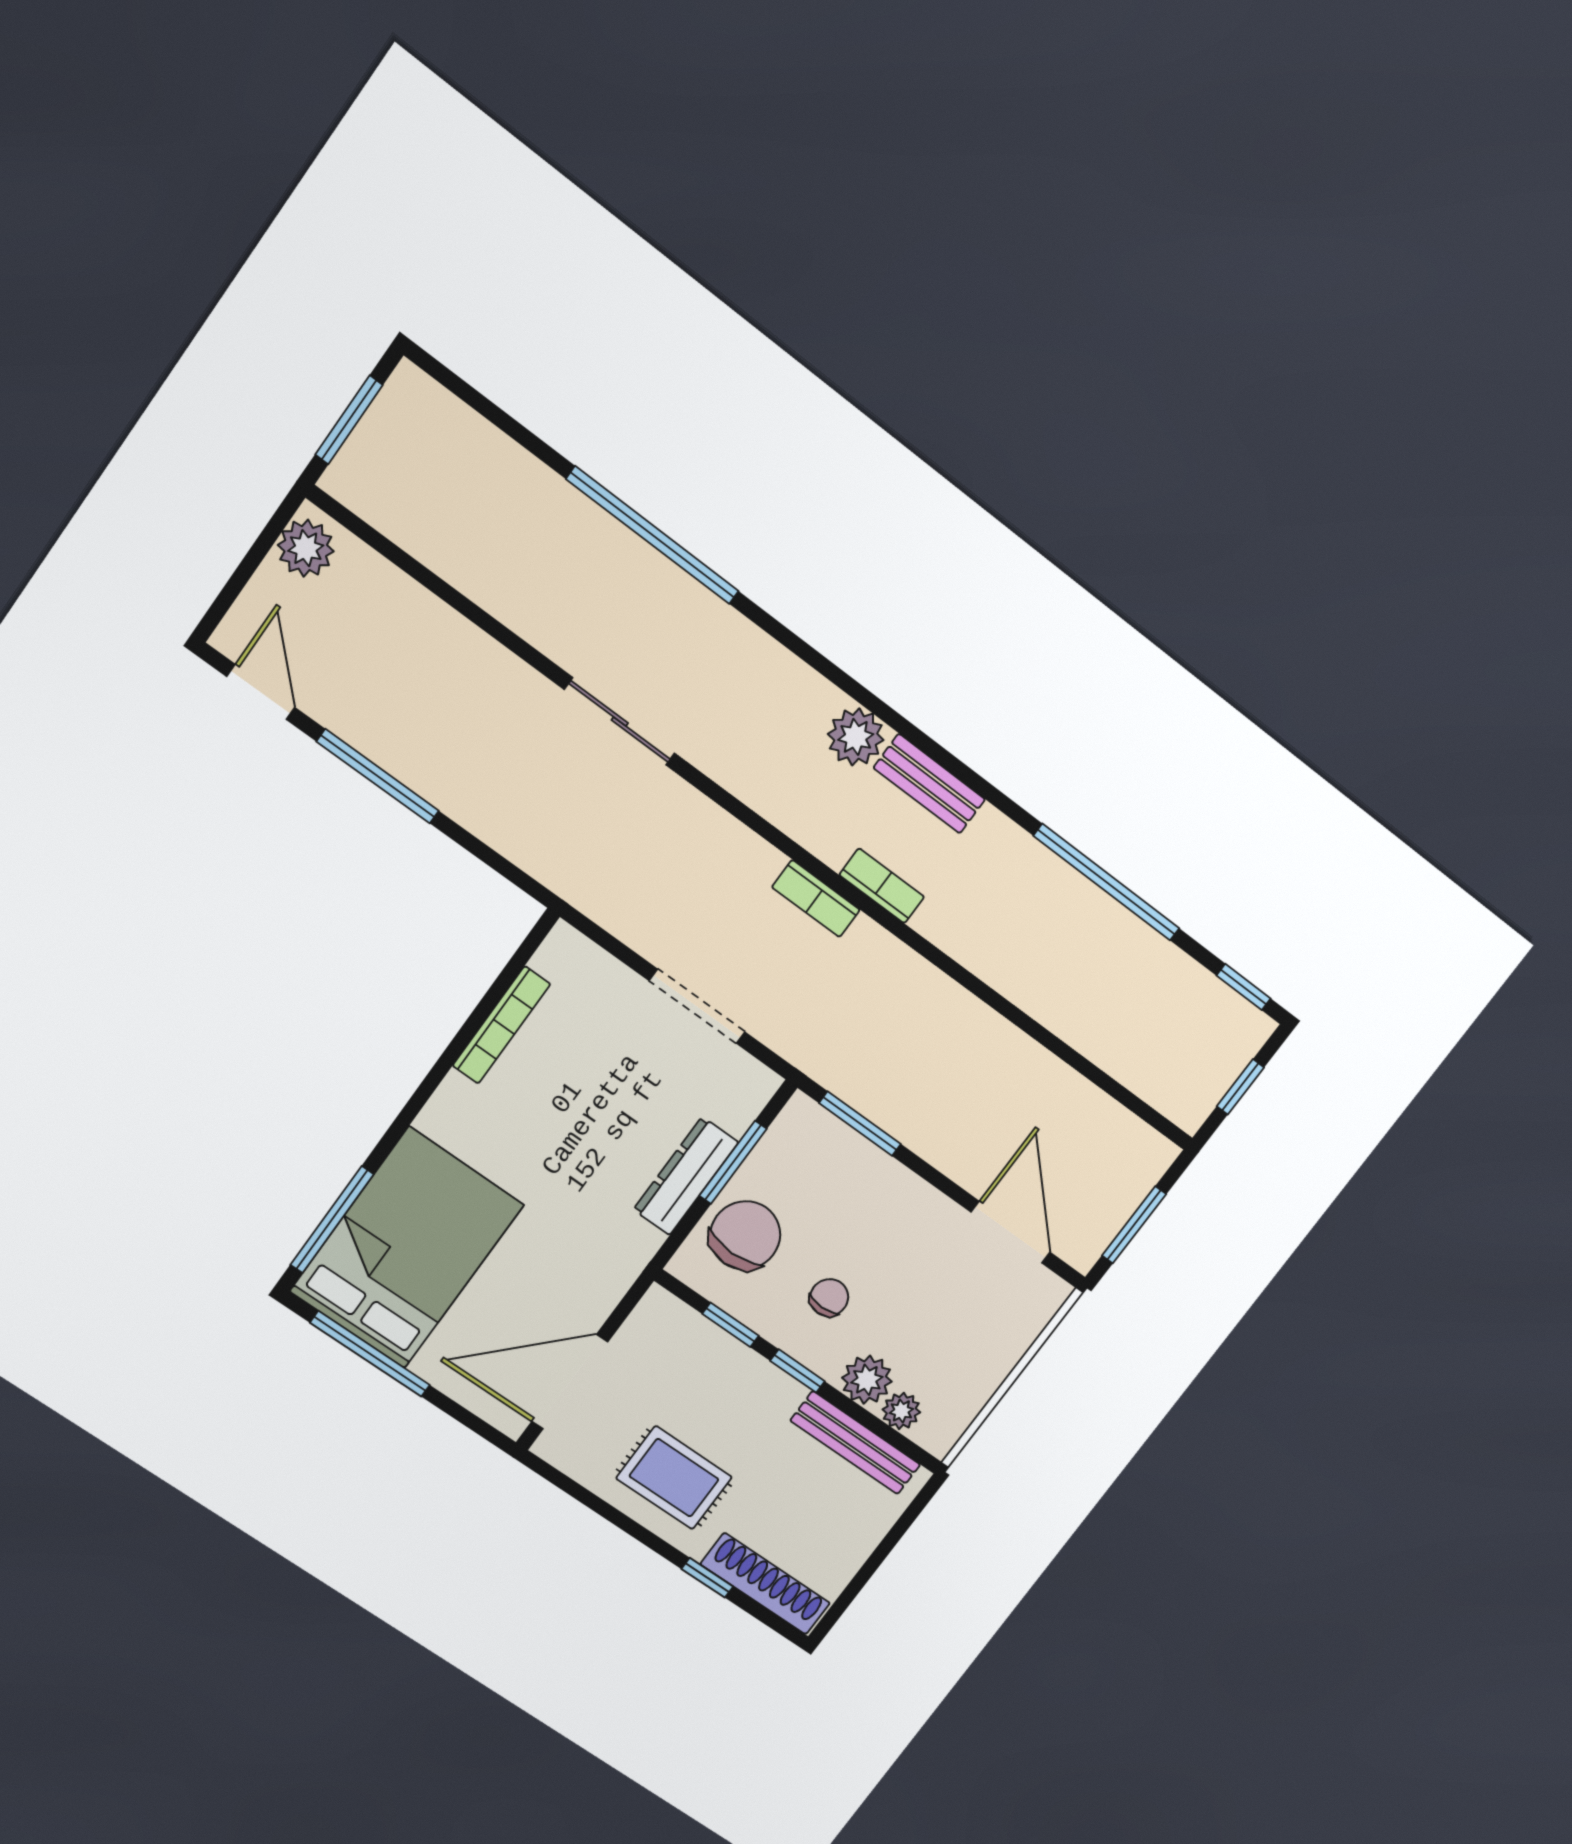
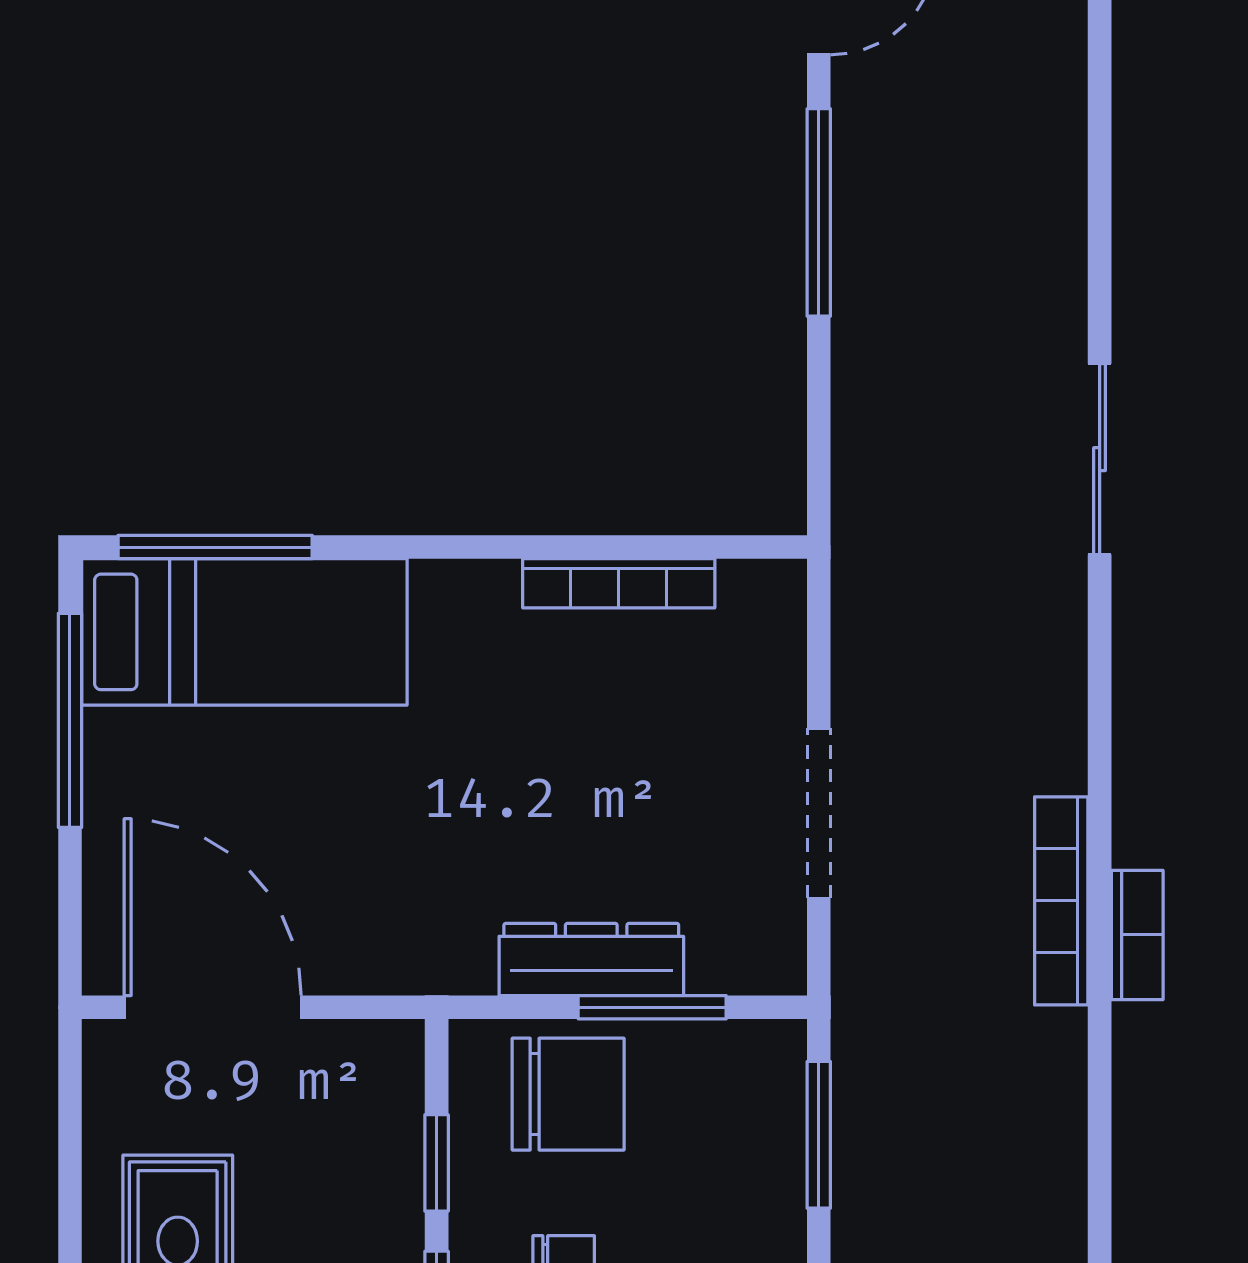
bookcase: (816, 899) -> (1061, 901), width x1.56
bed: (407, 1248) -> (244, 632), width x0.67

